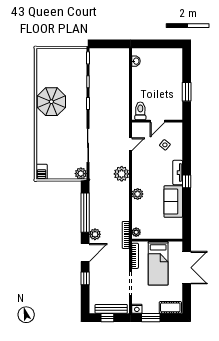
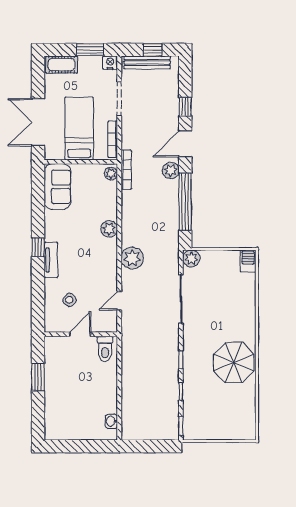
sofa: (173, 202) -> (57, 187), moved

